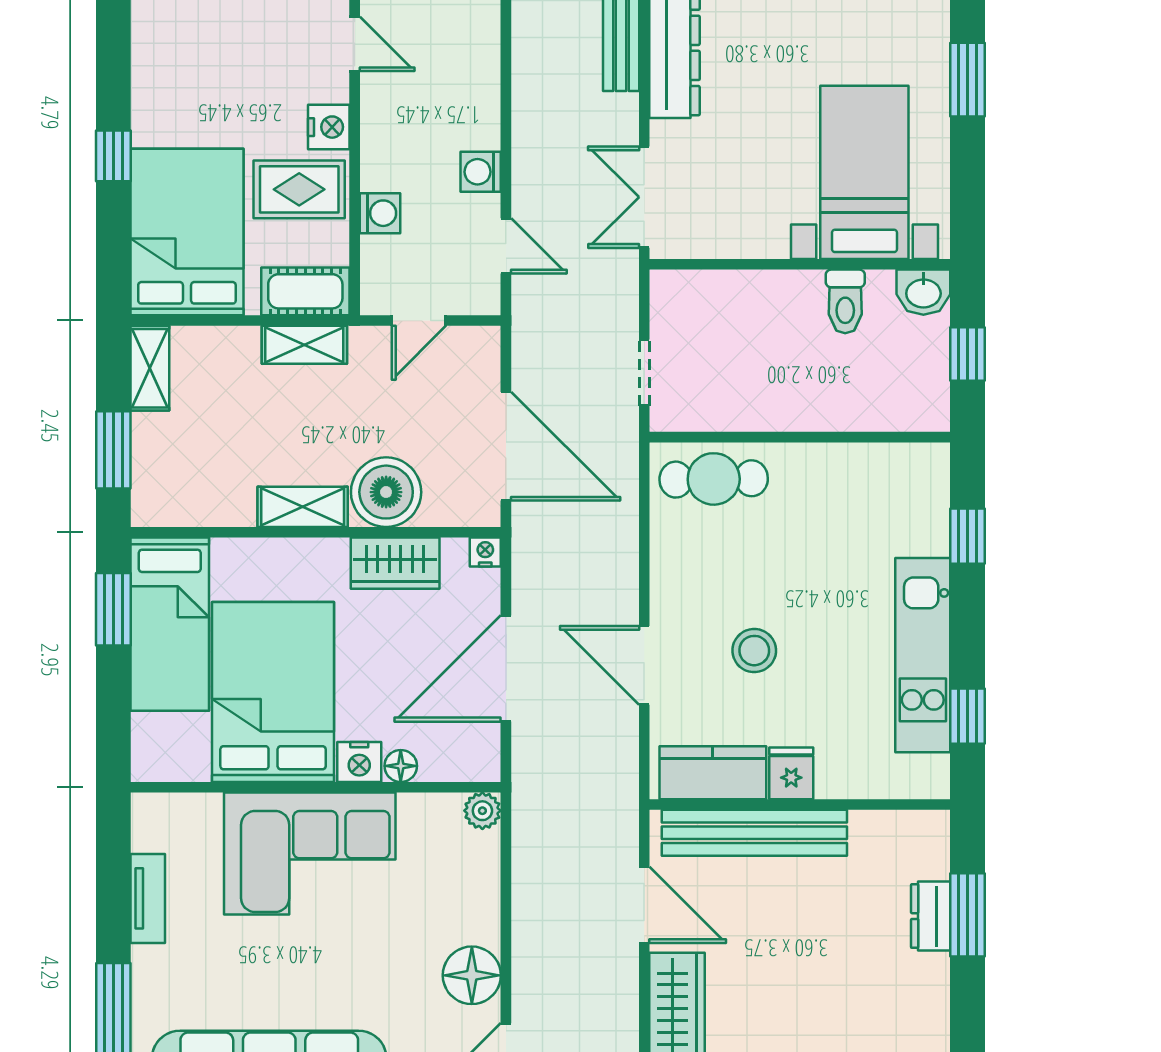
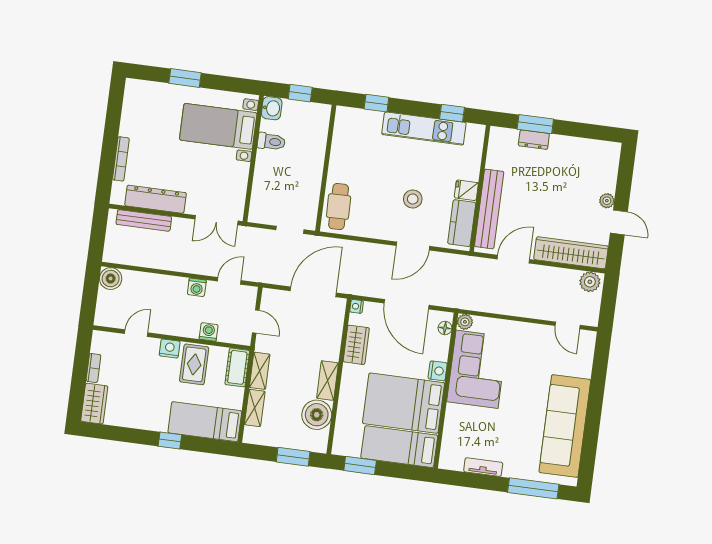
bed: (187, 232) -> (205, 422), width x0.67
shelving: (150, 368) -> (255, 408), moved, turned 90
boiler: (386, 492) -> (317, 415), moved
bed: (170, 624) -> (399, 447), moved, turned 180
floor lamp: (401, 766) -> (445, 328), moved
corner sofa: (310, 854) -> (477, 369), moved
floor lamp: (472, 975) -> (533, 335), removed

